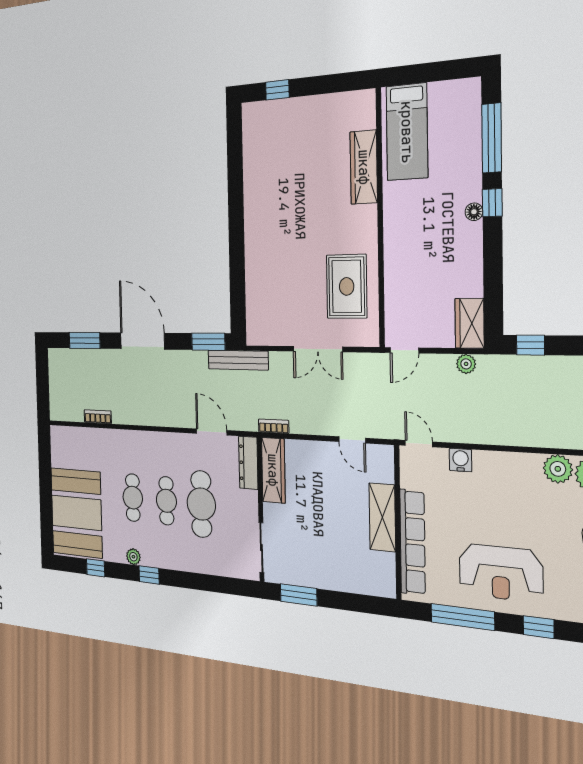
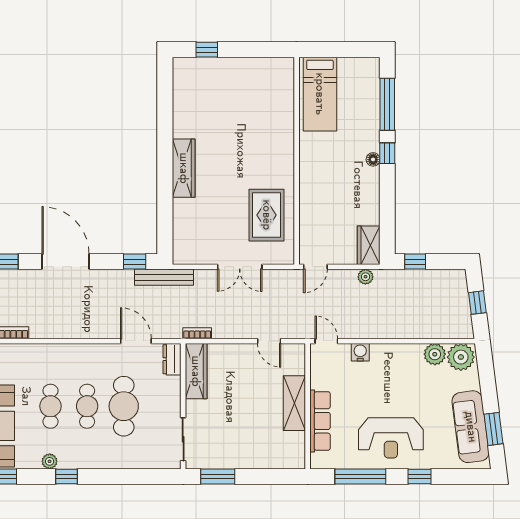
wardrobe: (364, 167) -> (184, 168), moved, turned 180
window: (208, 342) -> (135, 262), width x0.67
dresser: (248, 463) -> (172, 359), width x0.70
row of seats: (413, 542) -> (320, 421), width x0.73

